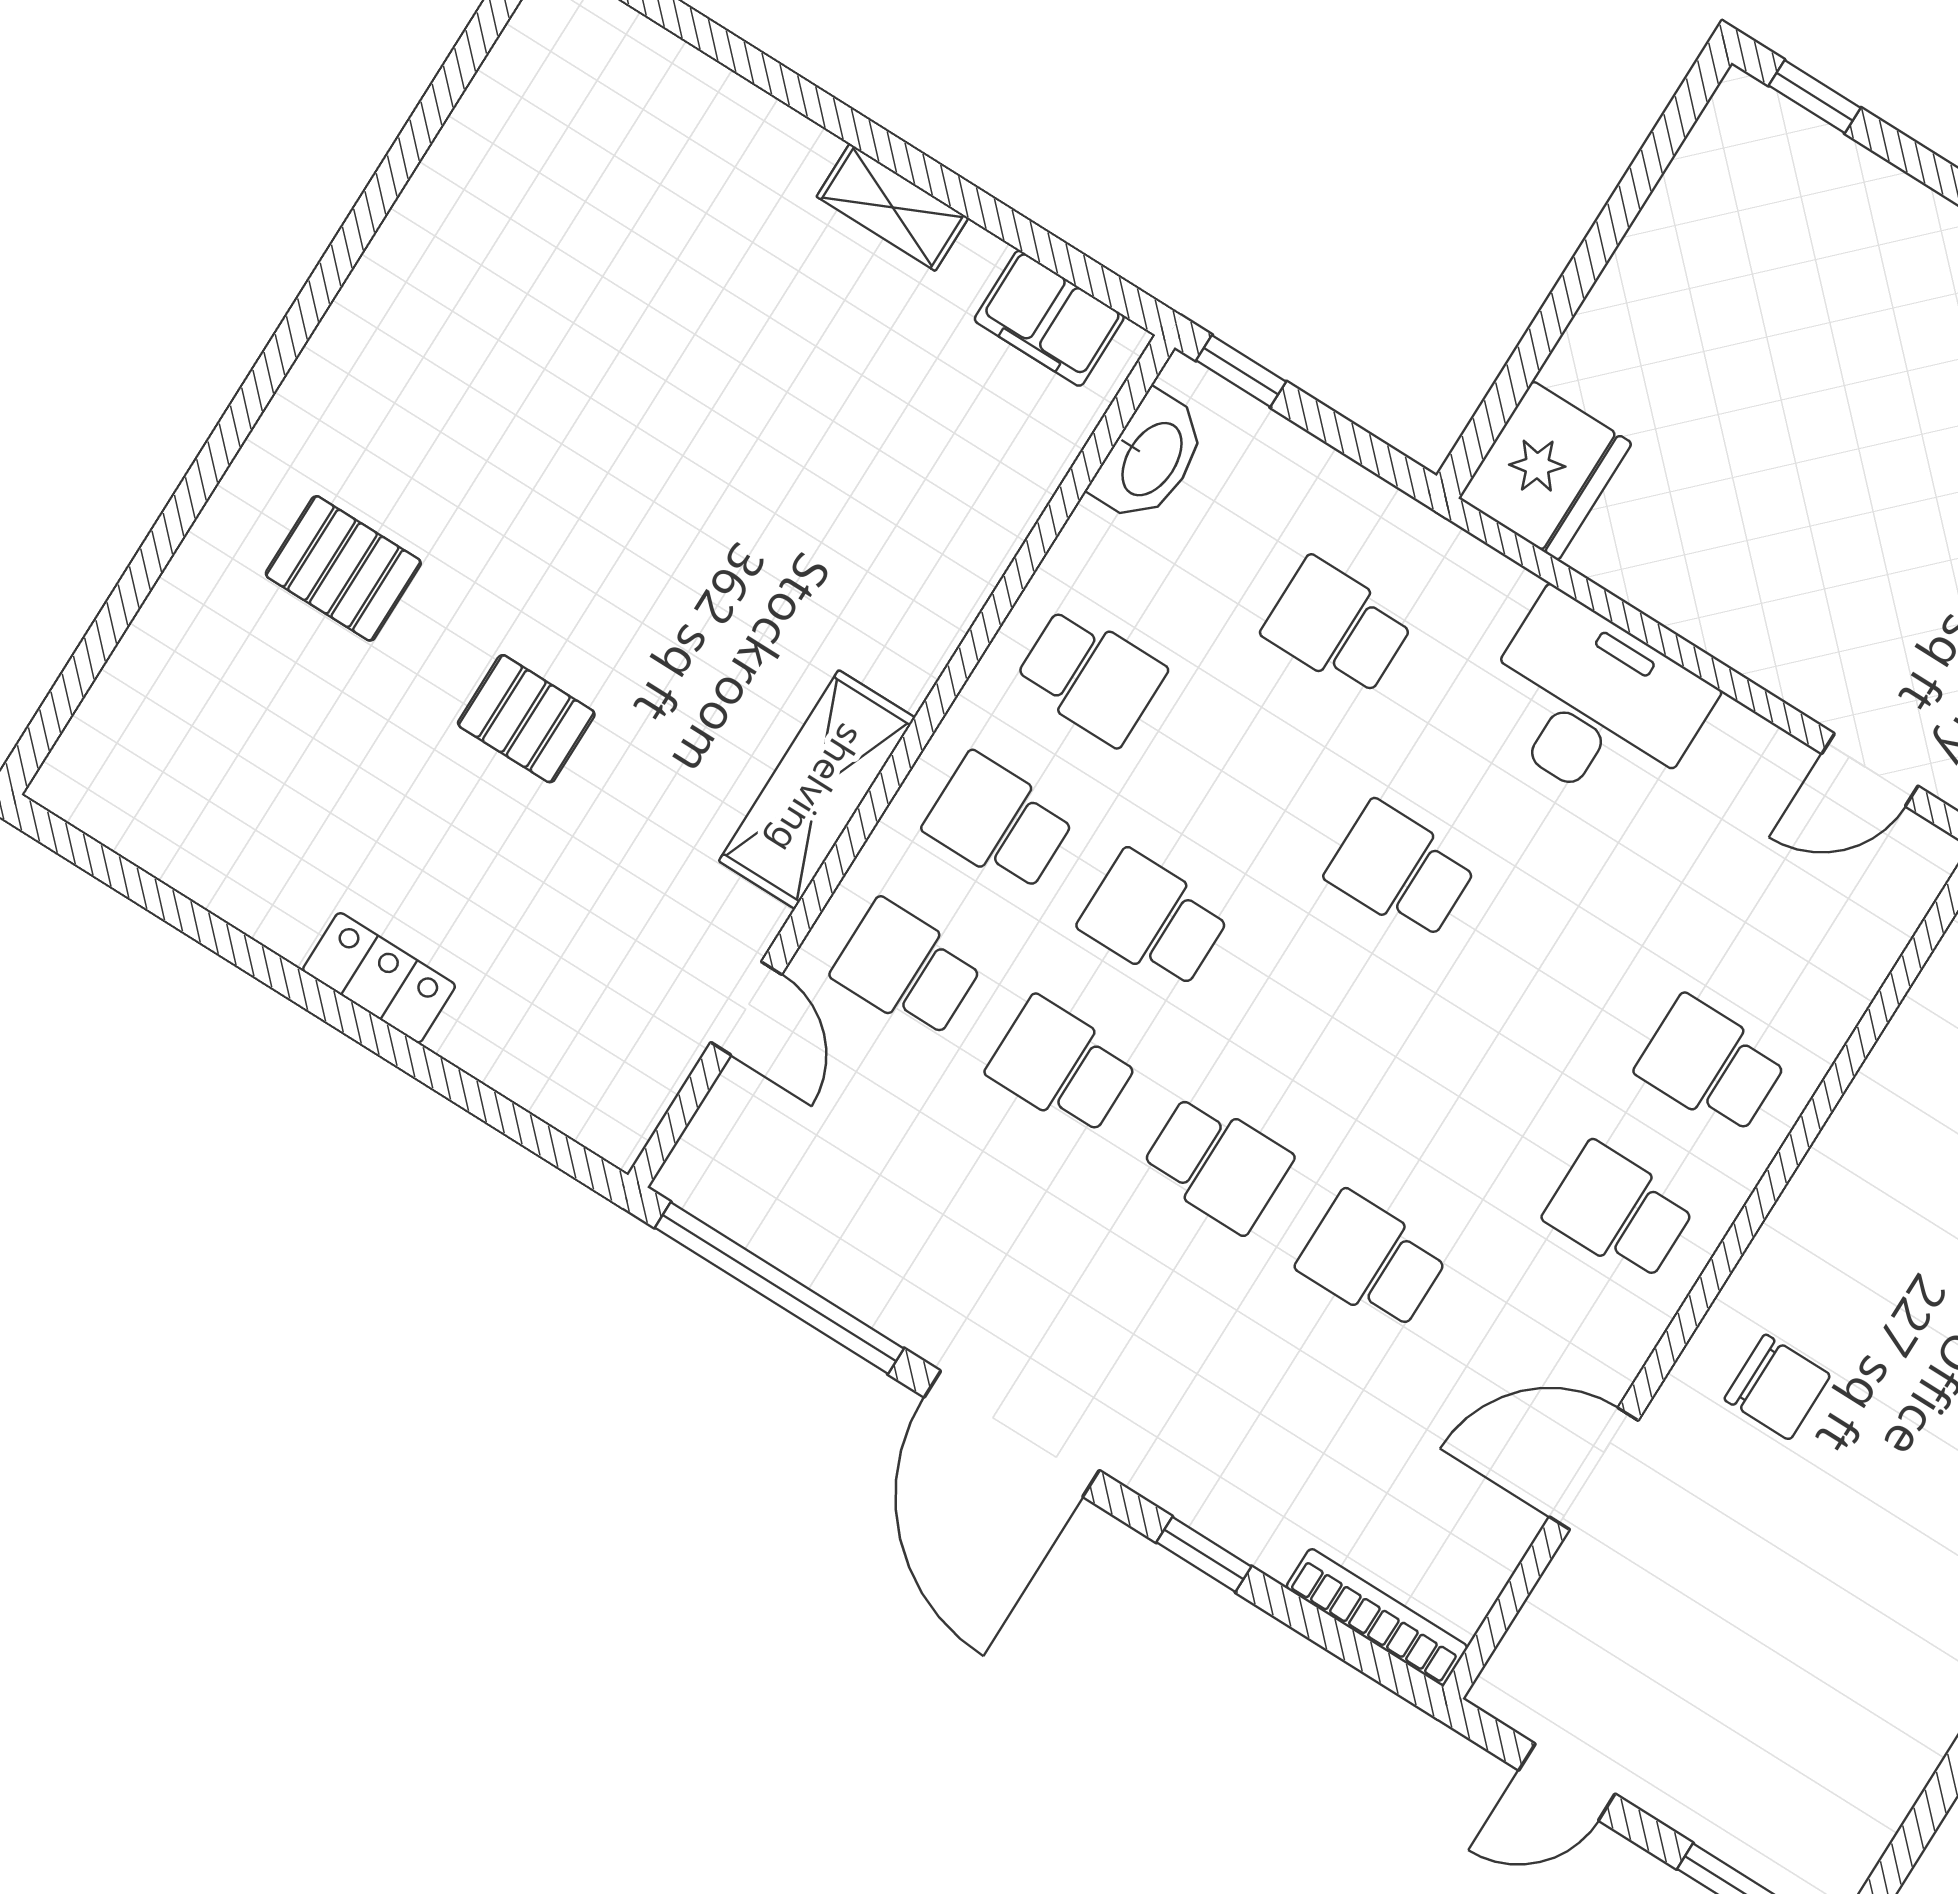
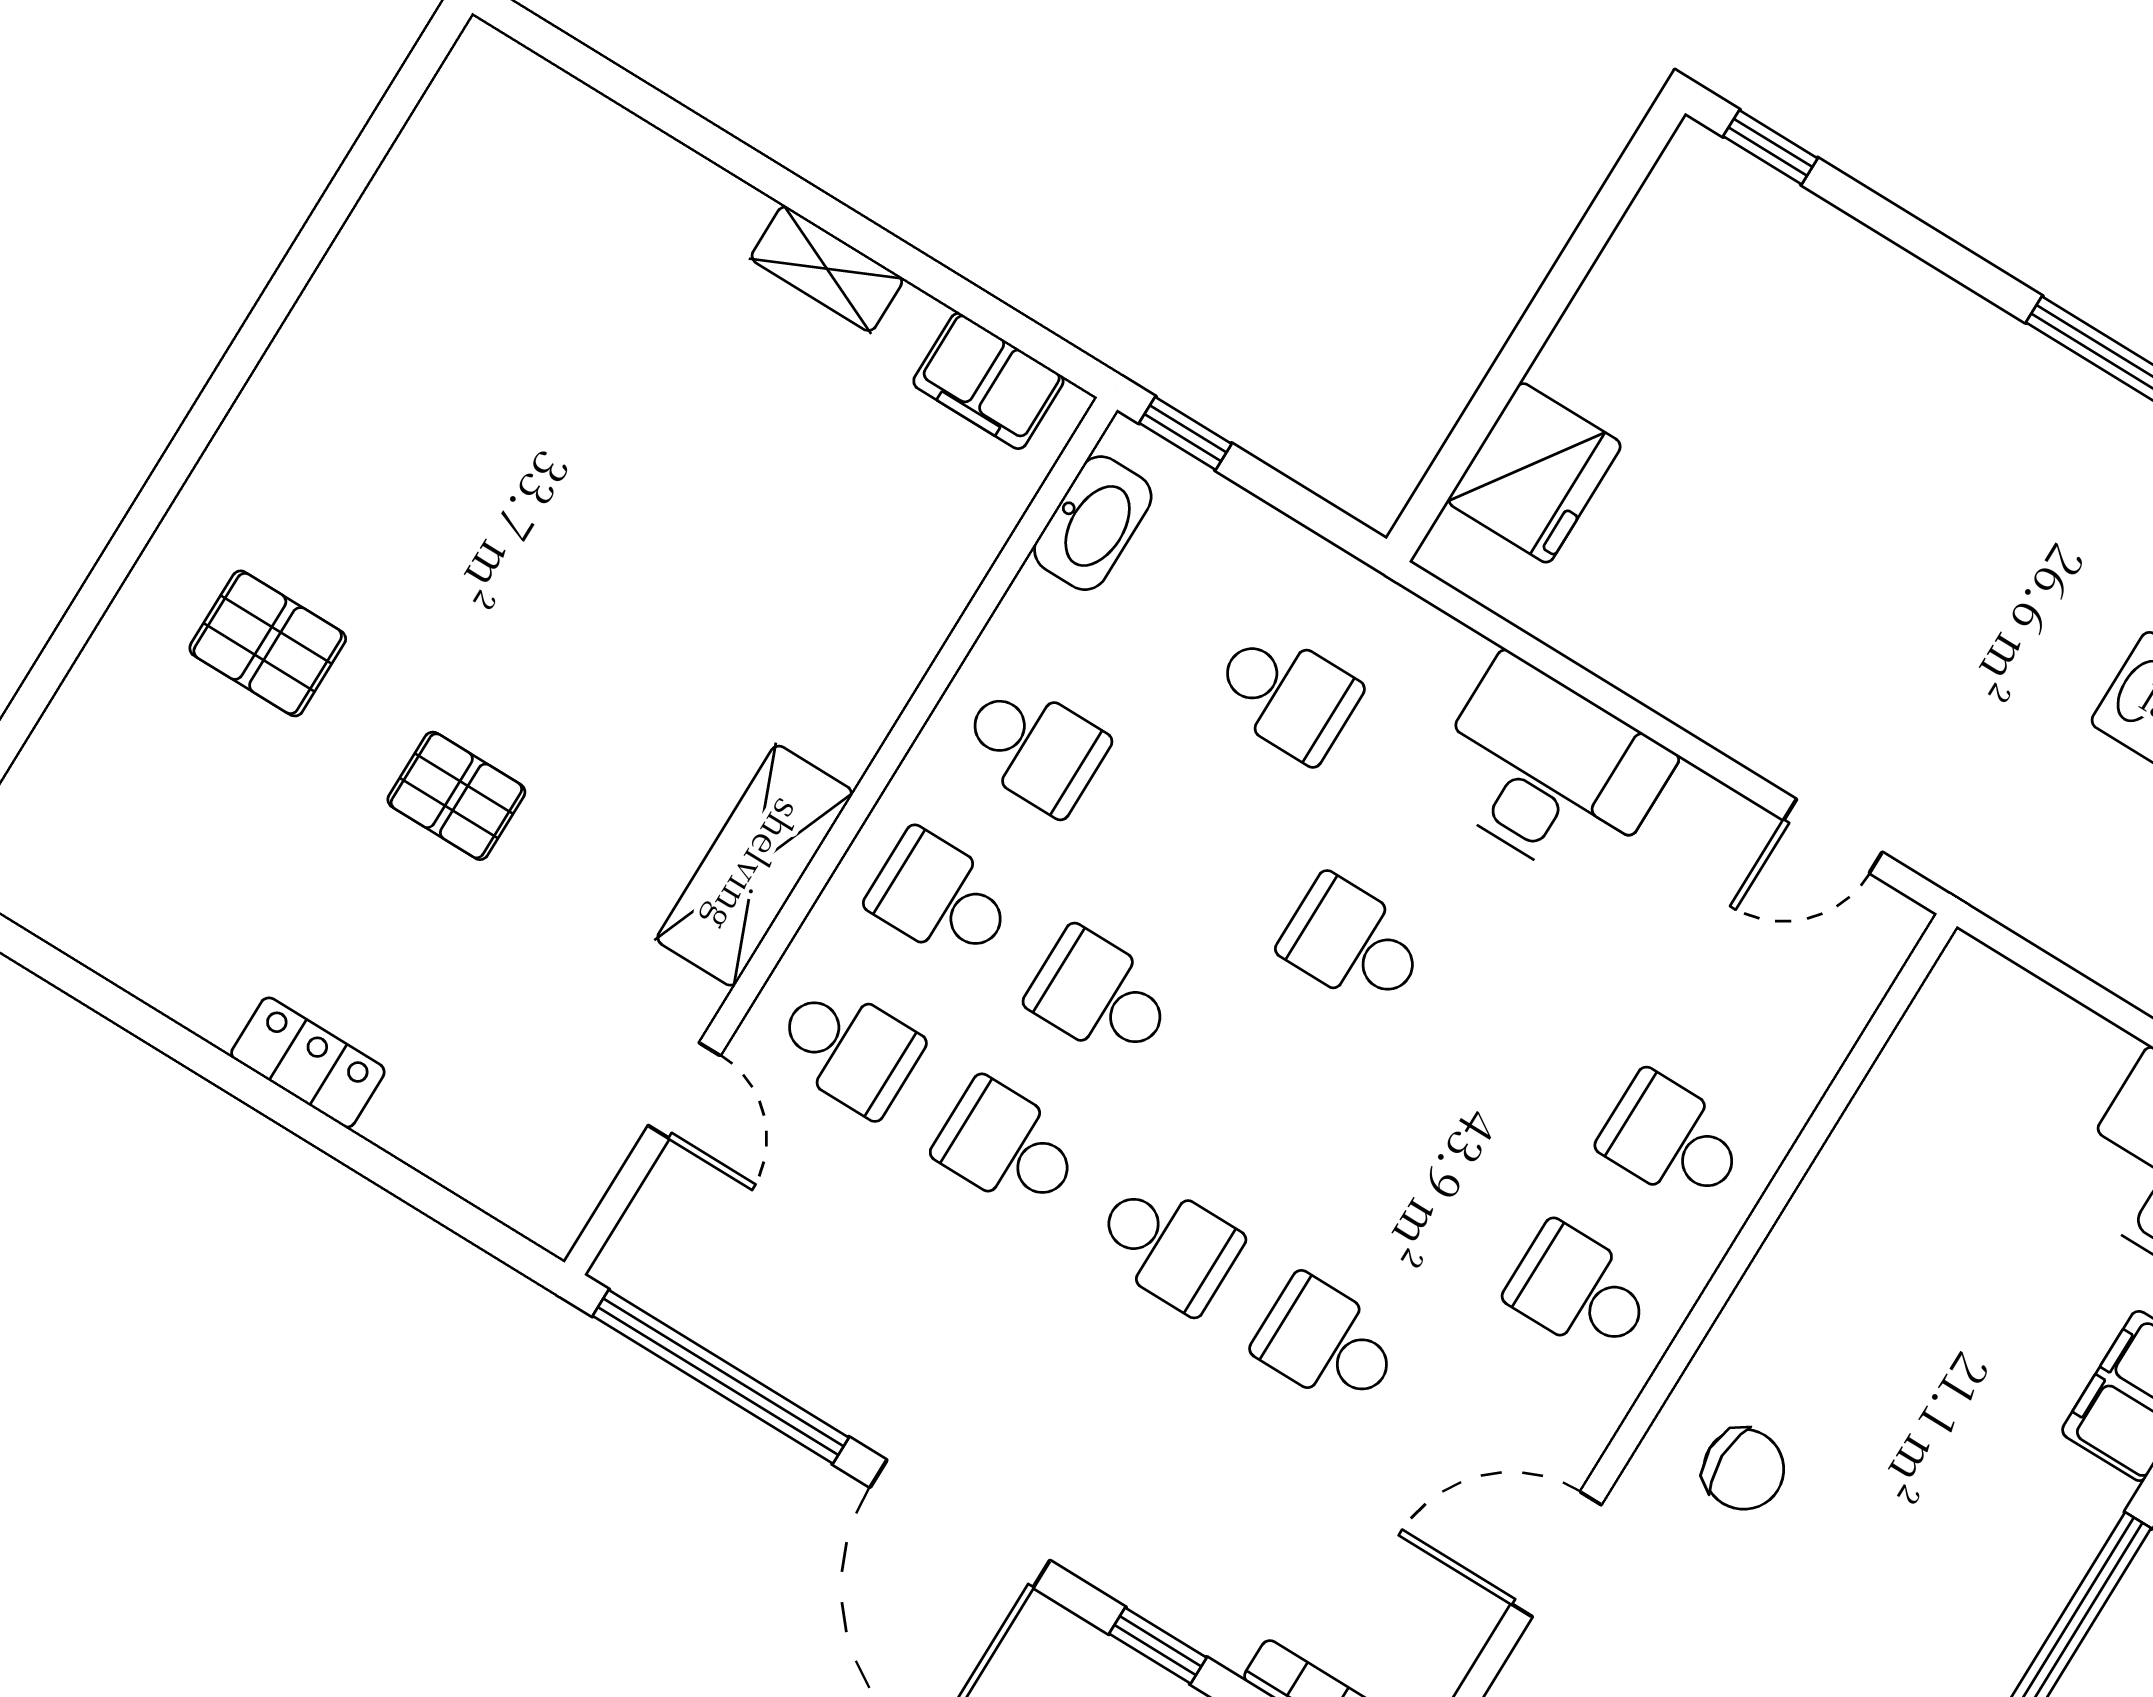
fridge: (1545, 471) -> (1535, 473), moved
school desk: (1338, 627) -> (1286, 694), turned 180
school desk: (907, 969) -> (848, 1049), turned 180

